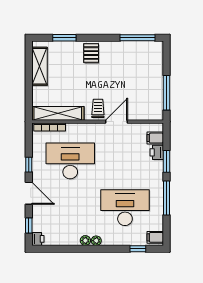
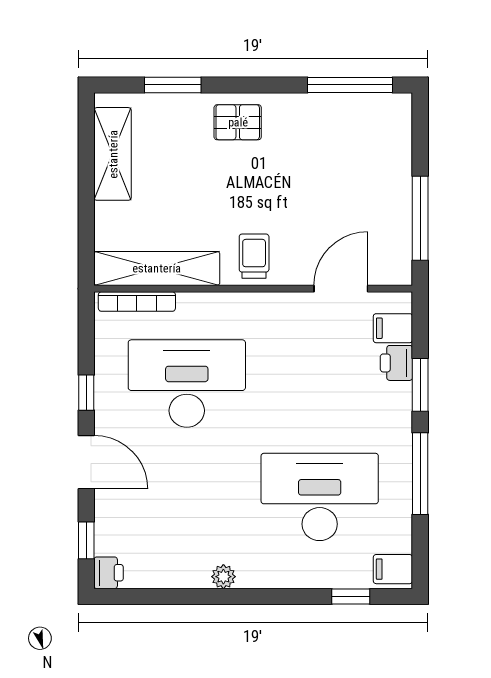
pallet: (91, 53) -> (238, 122), turned 90
door: (117, 122) -> (341, 289), moved
plant: (96, 241) -> (250, 577), removed

